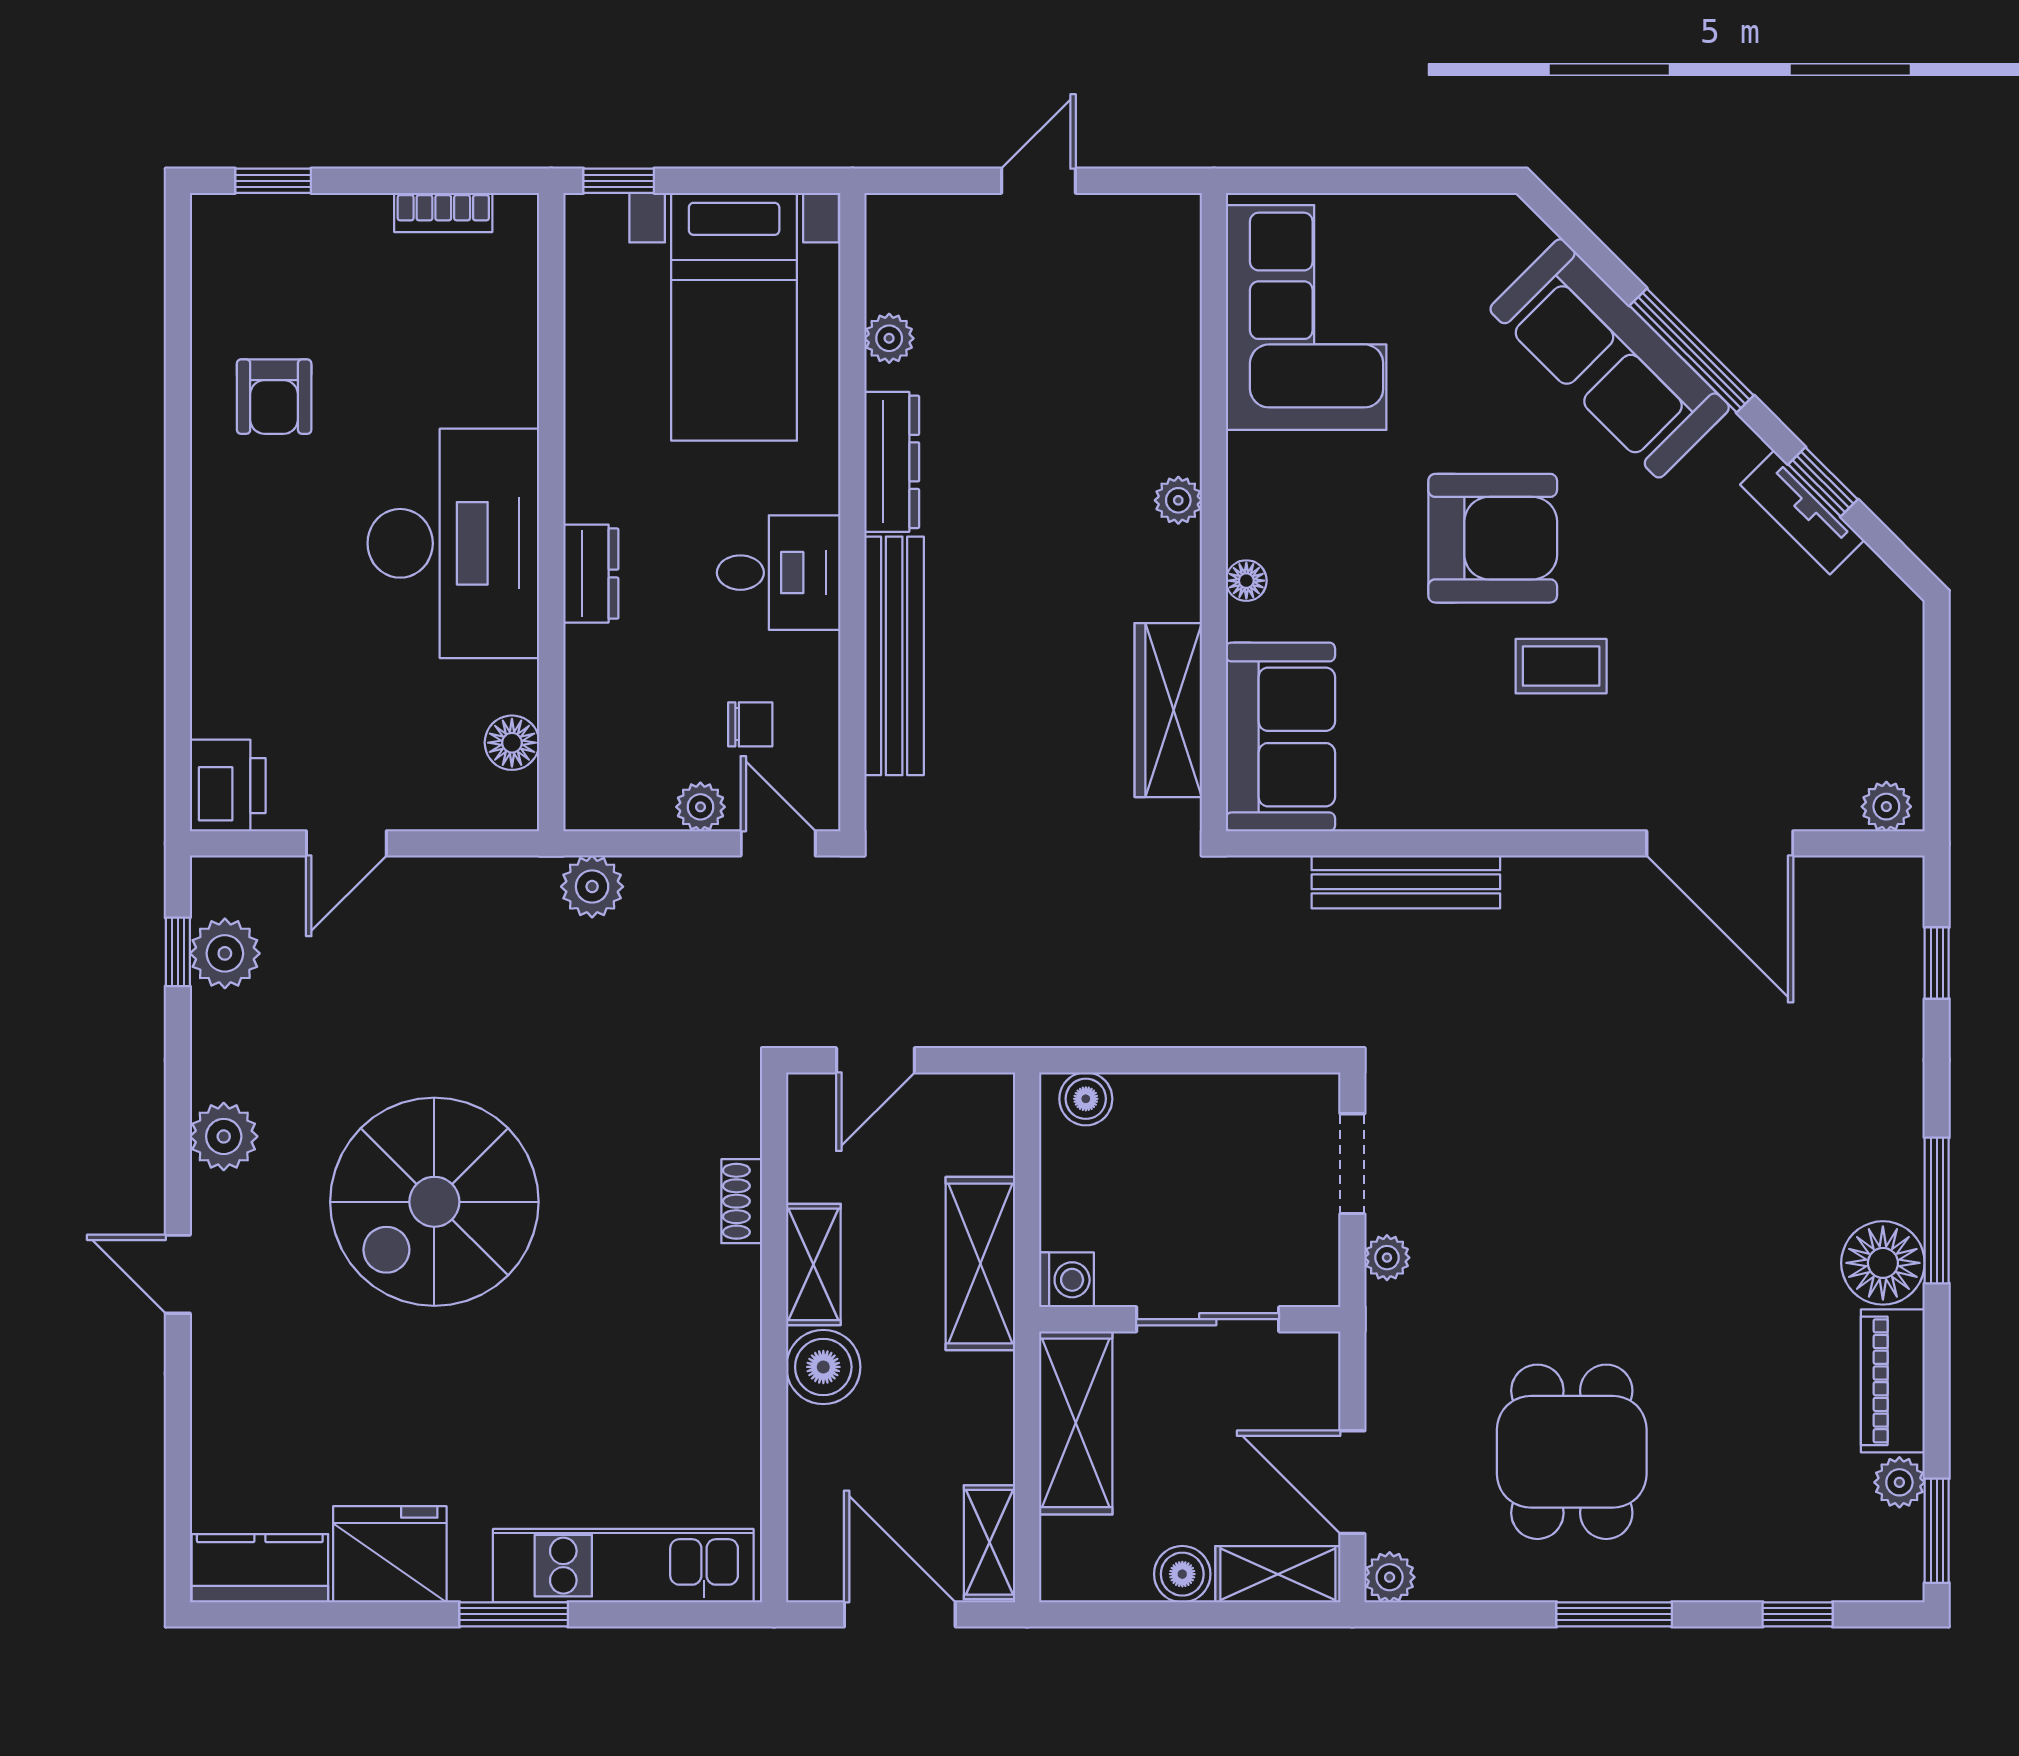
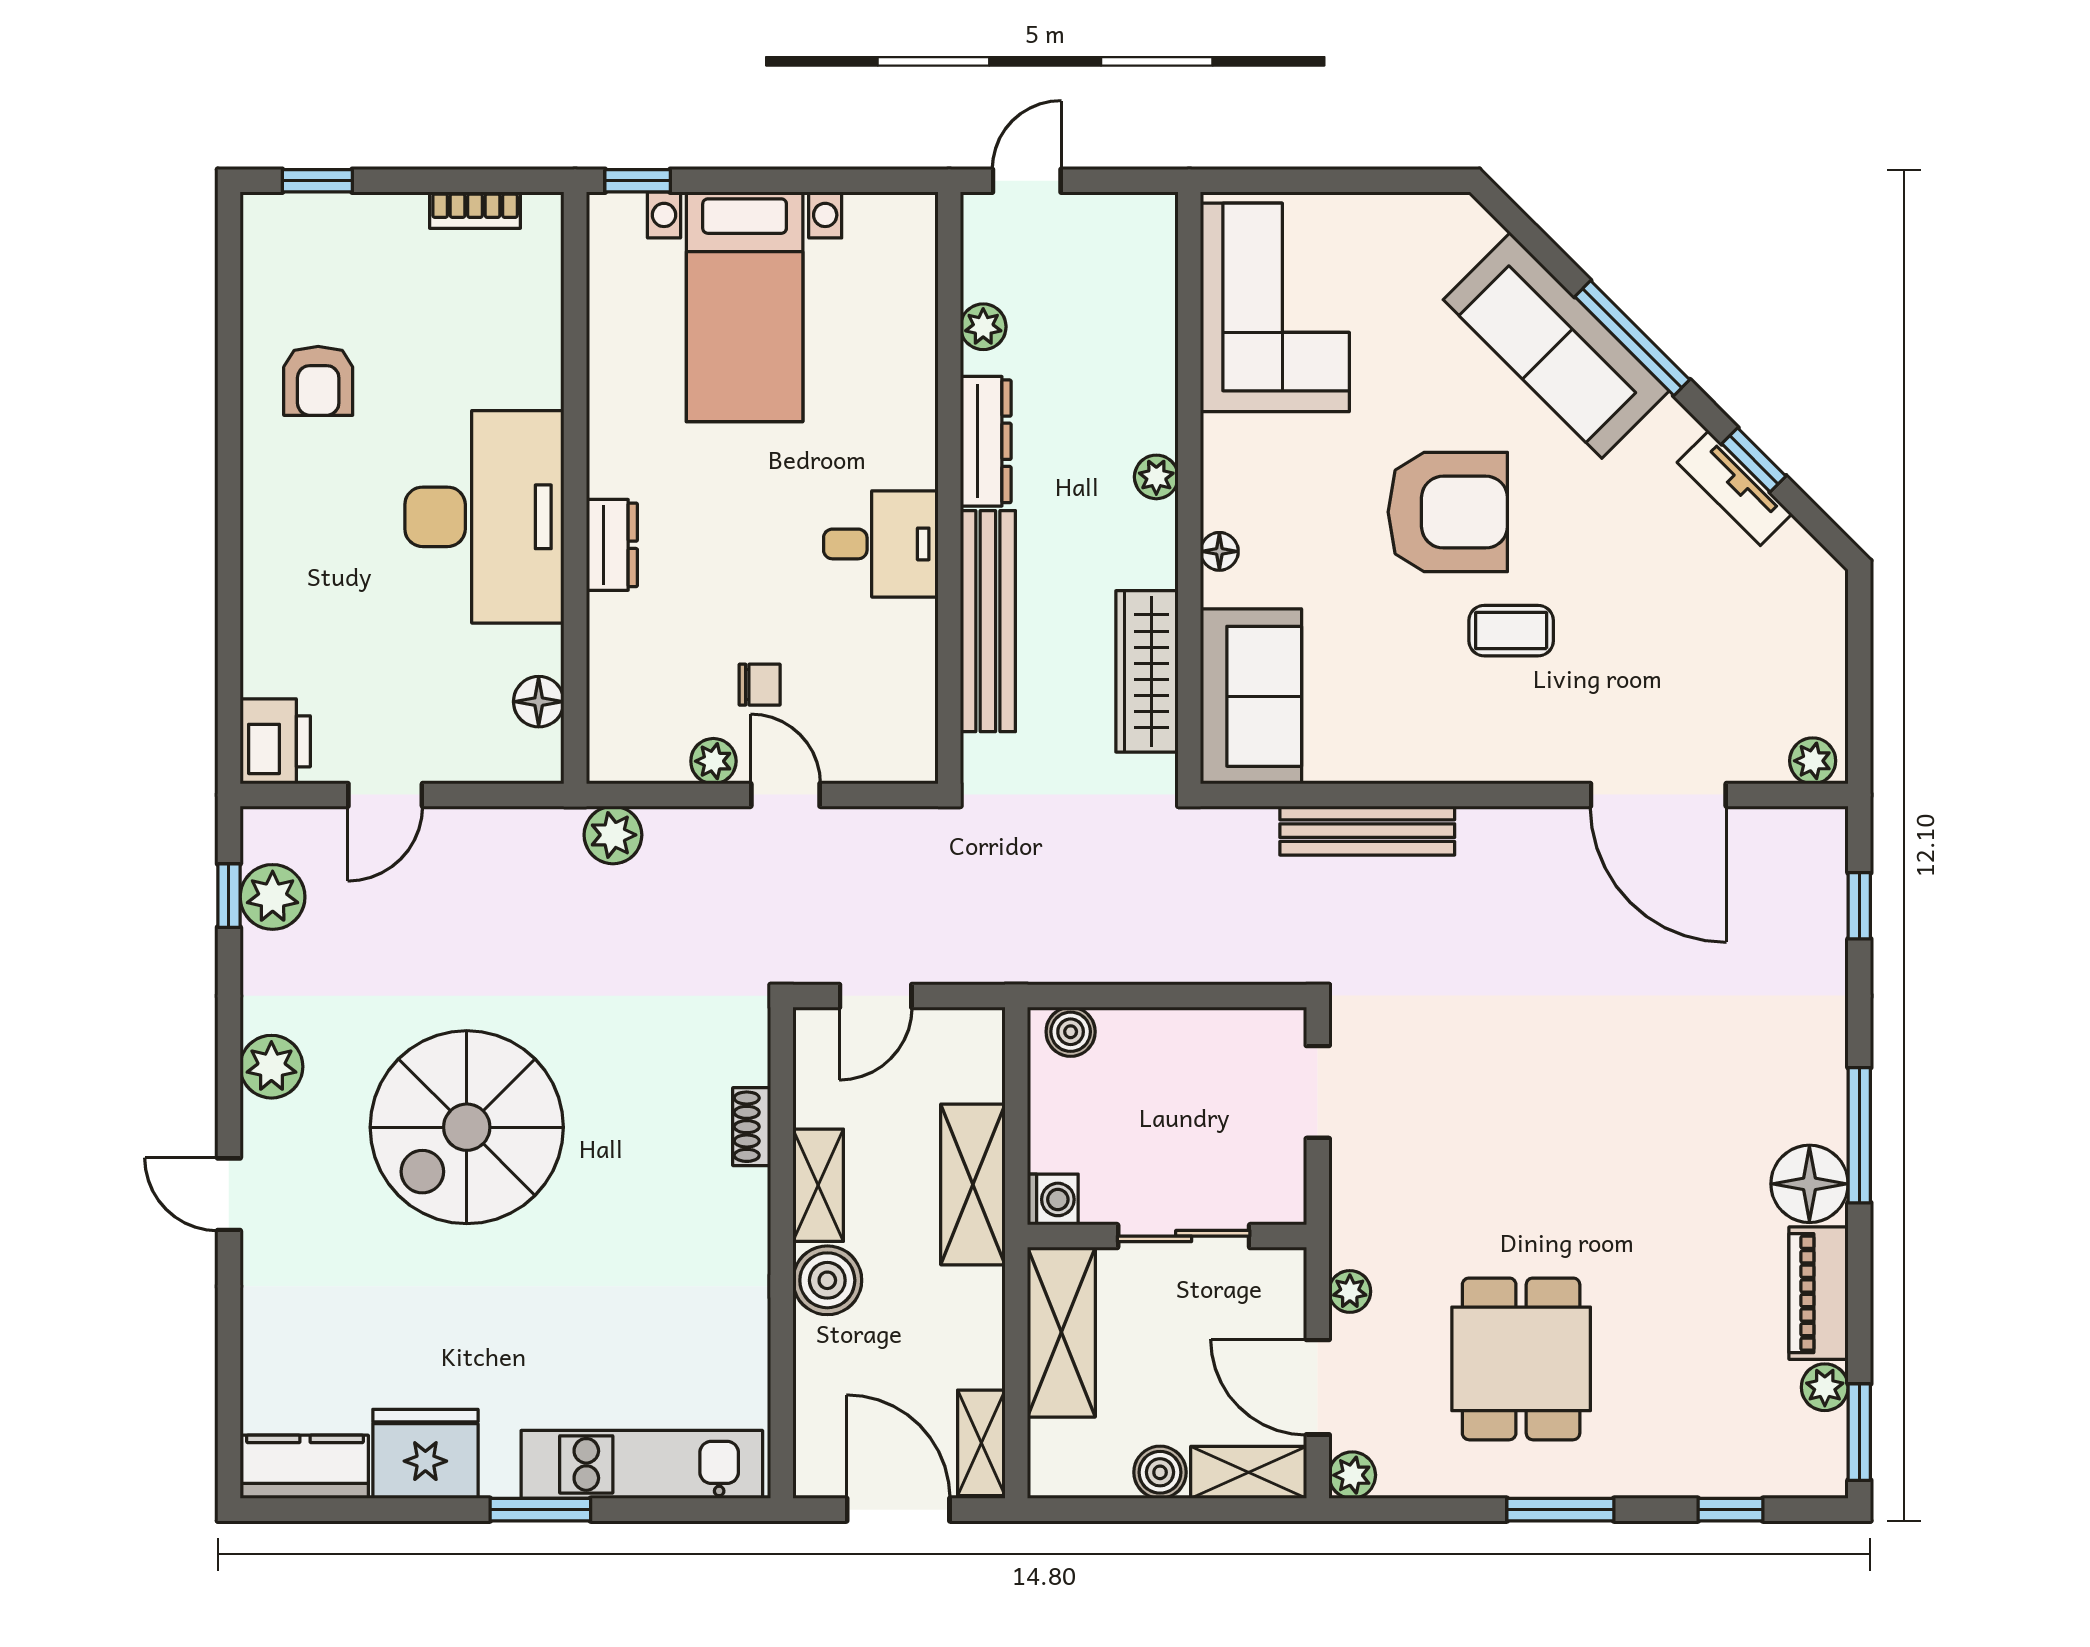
plant: (889, 338) -> (983, 327), moved
dresser: (892, 462) -> (986, 441), moved
wall: (852, 512) -> (949, 488), moved
desk: (779, 573) -> (881, 544), moved
bench: (894, 656) -> (988, 621), moved
plant: (1387, 1258) -> (1350, 1291), moved

